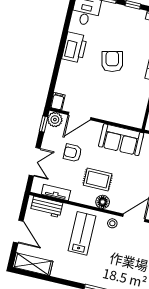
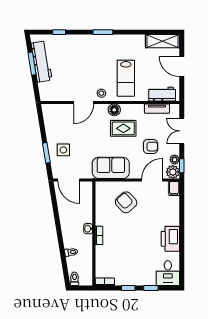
armchair: (112, 61) -> (126, 202), moved, turned 151
plant: (50, 133) -> (175, 160), added

